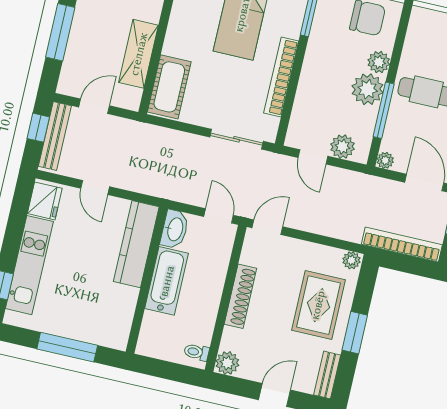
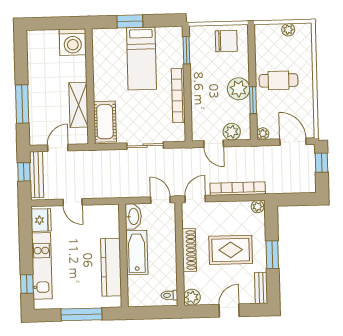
plant: (379, 62) -> (241, 69), removed
window: (384, 110) -> (253, 100), width x0.69
sliding door: (236, 139) -> (145, 146), moved
kitchen counter: (136, 244) -> (111, 267), moved
bookcase: (402, 245) -> (238, 189), moved
rug: (318, 305) -> (231, 250), moved, turned 90

